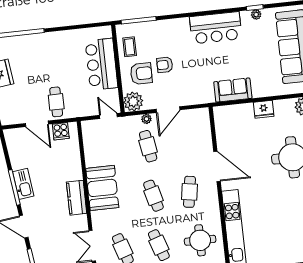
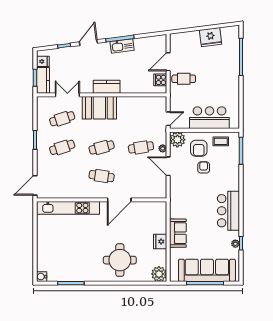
sofa: (233, 90) -> (178, 233), moved
booth: (102, 188) -> (99, 108), moved
round table: (200, 240) -> (62, 180), removed

